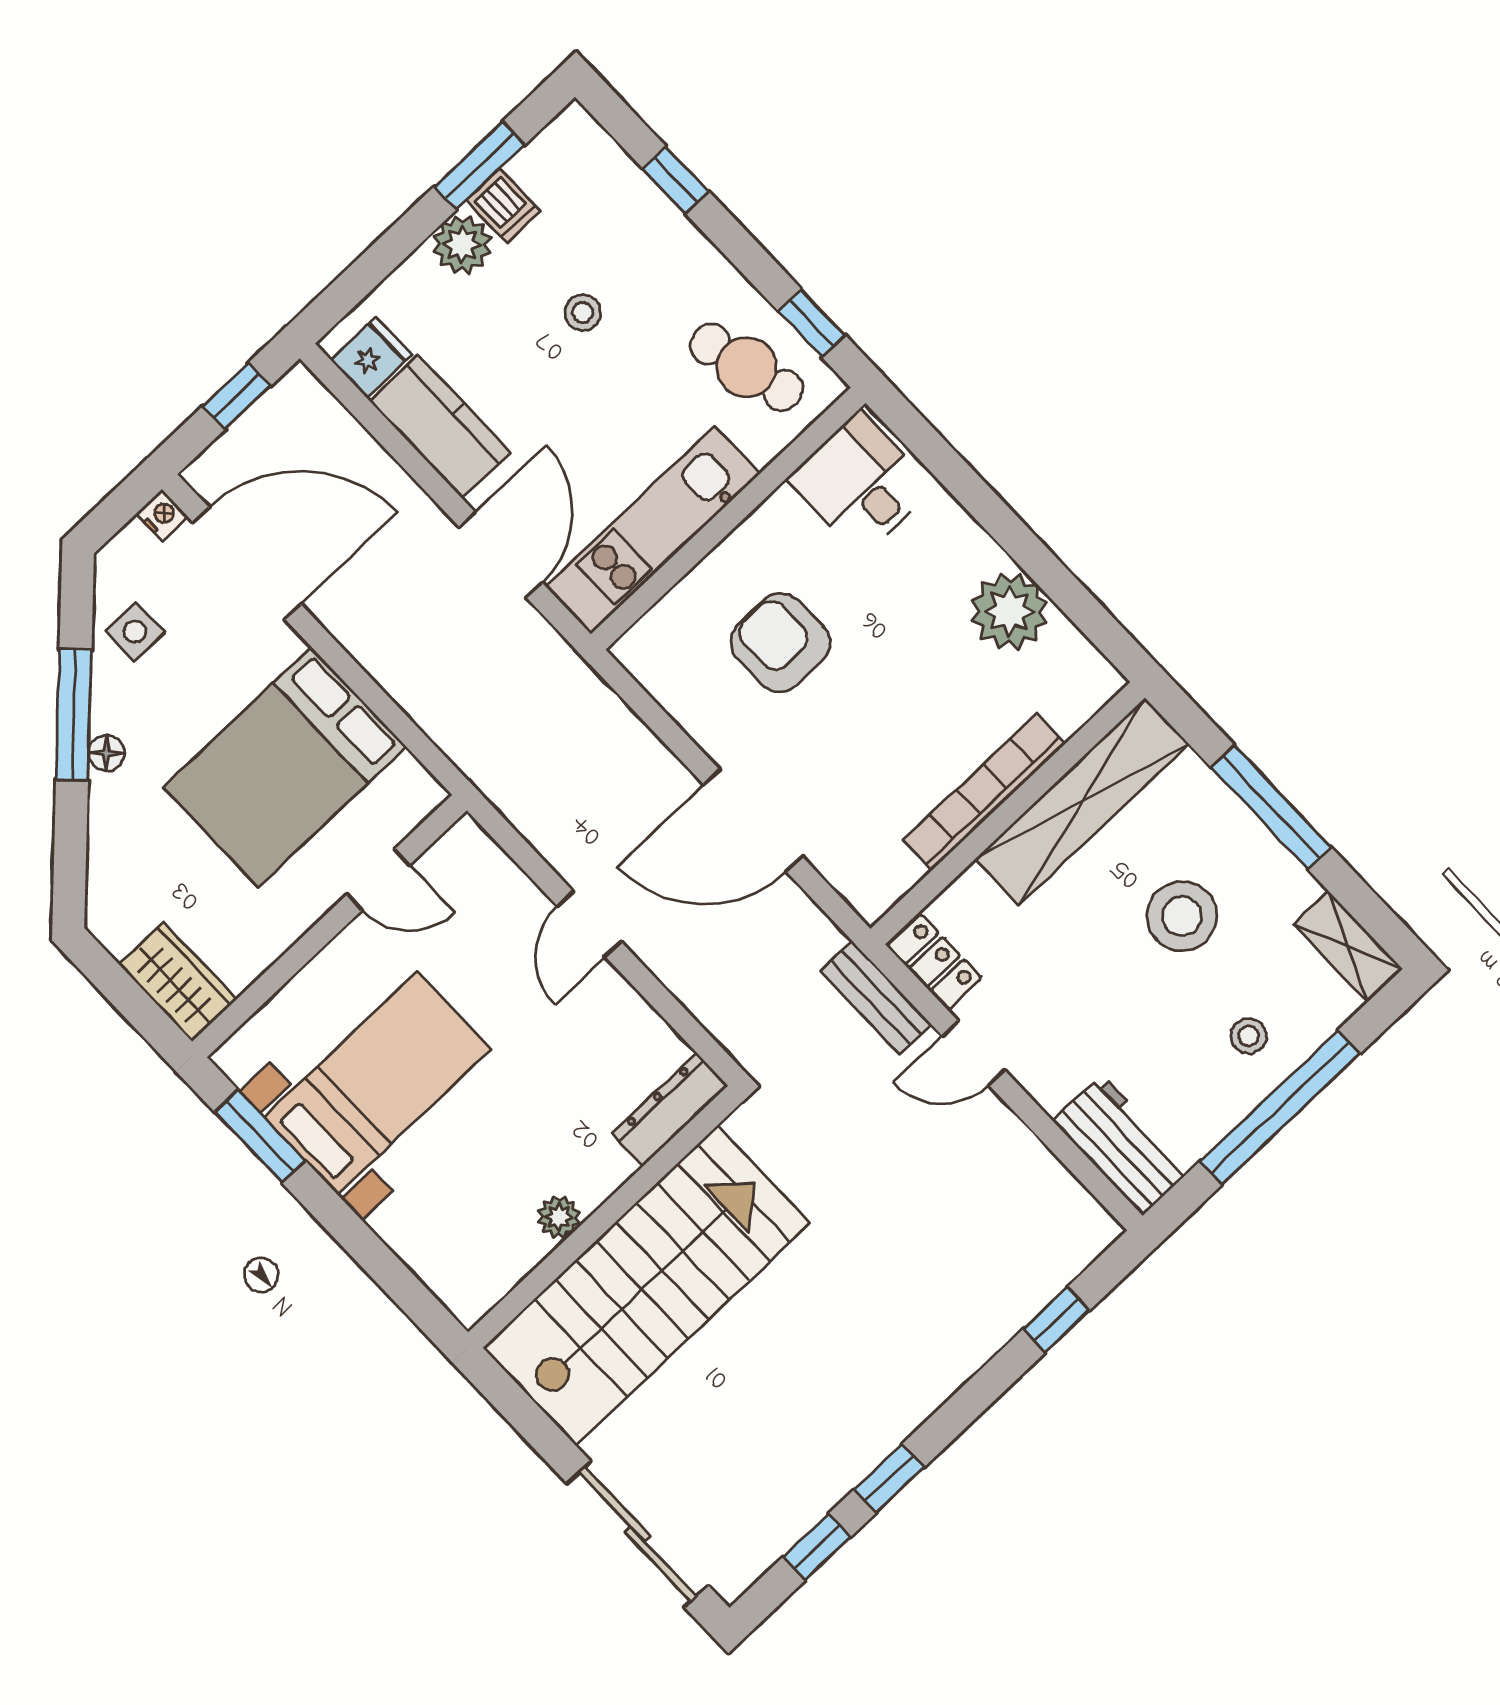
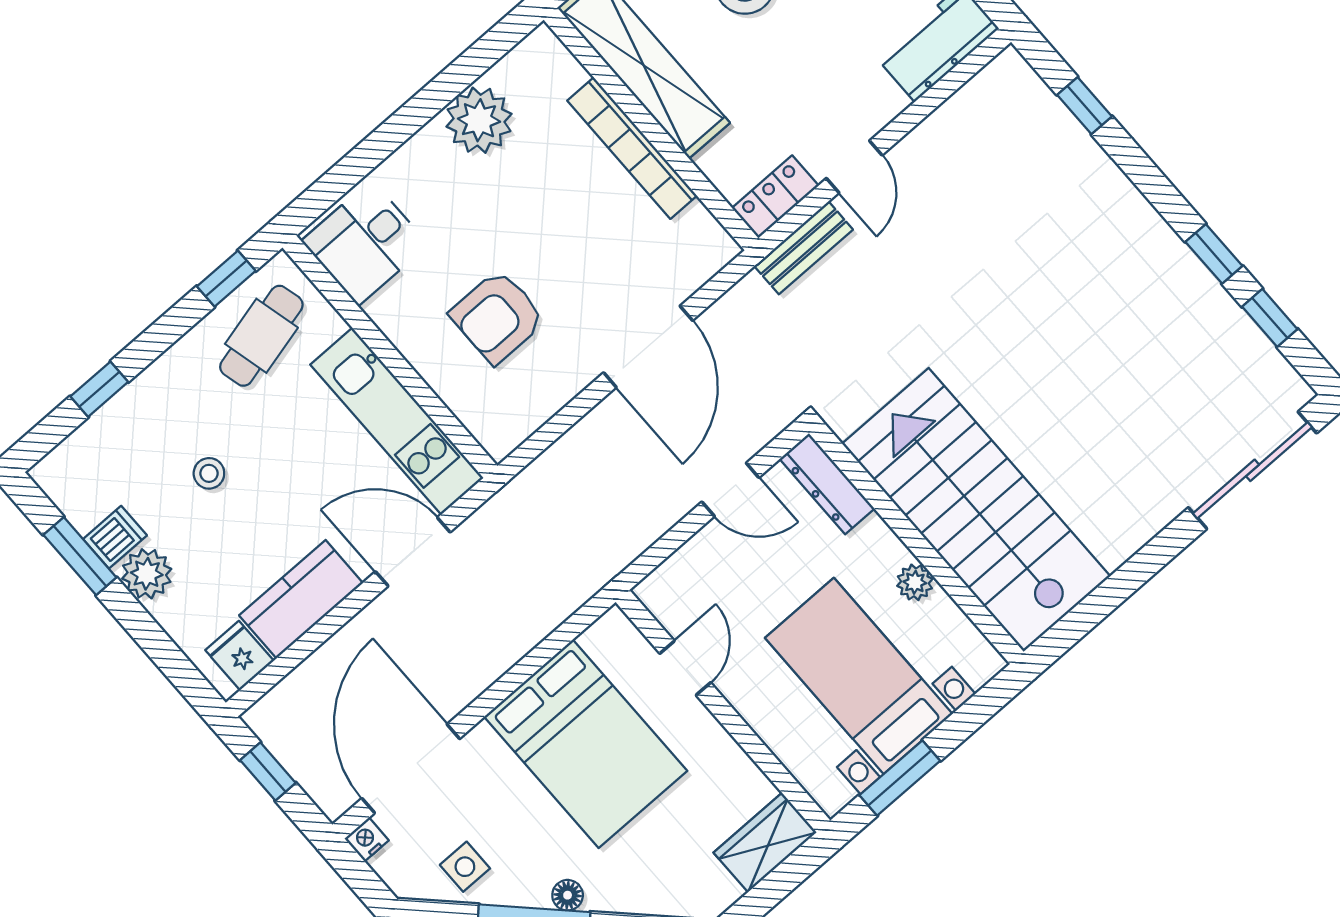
dresser: (670, 1109) -> (827, 484), moved
plant: (559, 1217) -> (915, 582), moved
wall: (605, 1217) -> (916, 543), moved
stairs: (647, 1285) -> (976, 510), moved

